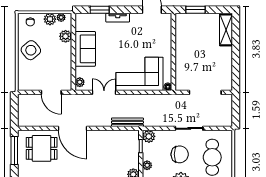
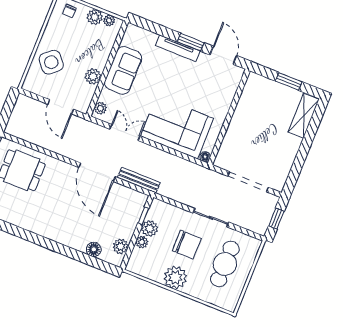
window: (100, 10) -> (191, 42), moved
window: (195, 10) -> (289, 81), moved
tv unit: (118, 18) -> (178, 48), width x1.41
plant: (66, 36) -> (93, 76), moved
side table: (31, 50) -> (51, 62), moved
window: (236, 110) -> (276, 219), added
door: (73, 128) -> (97, 172), moved
plant: (149, 136) -> (150, 228), moved

